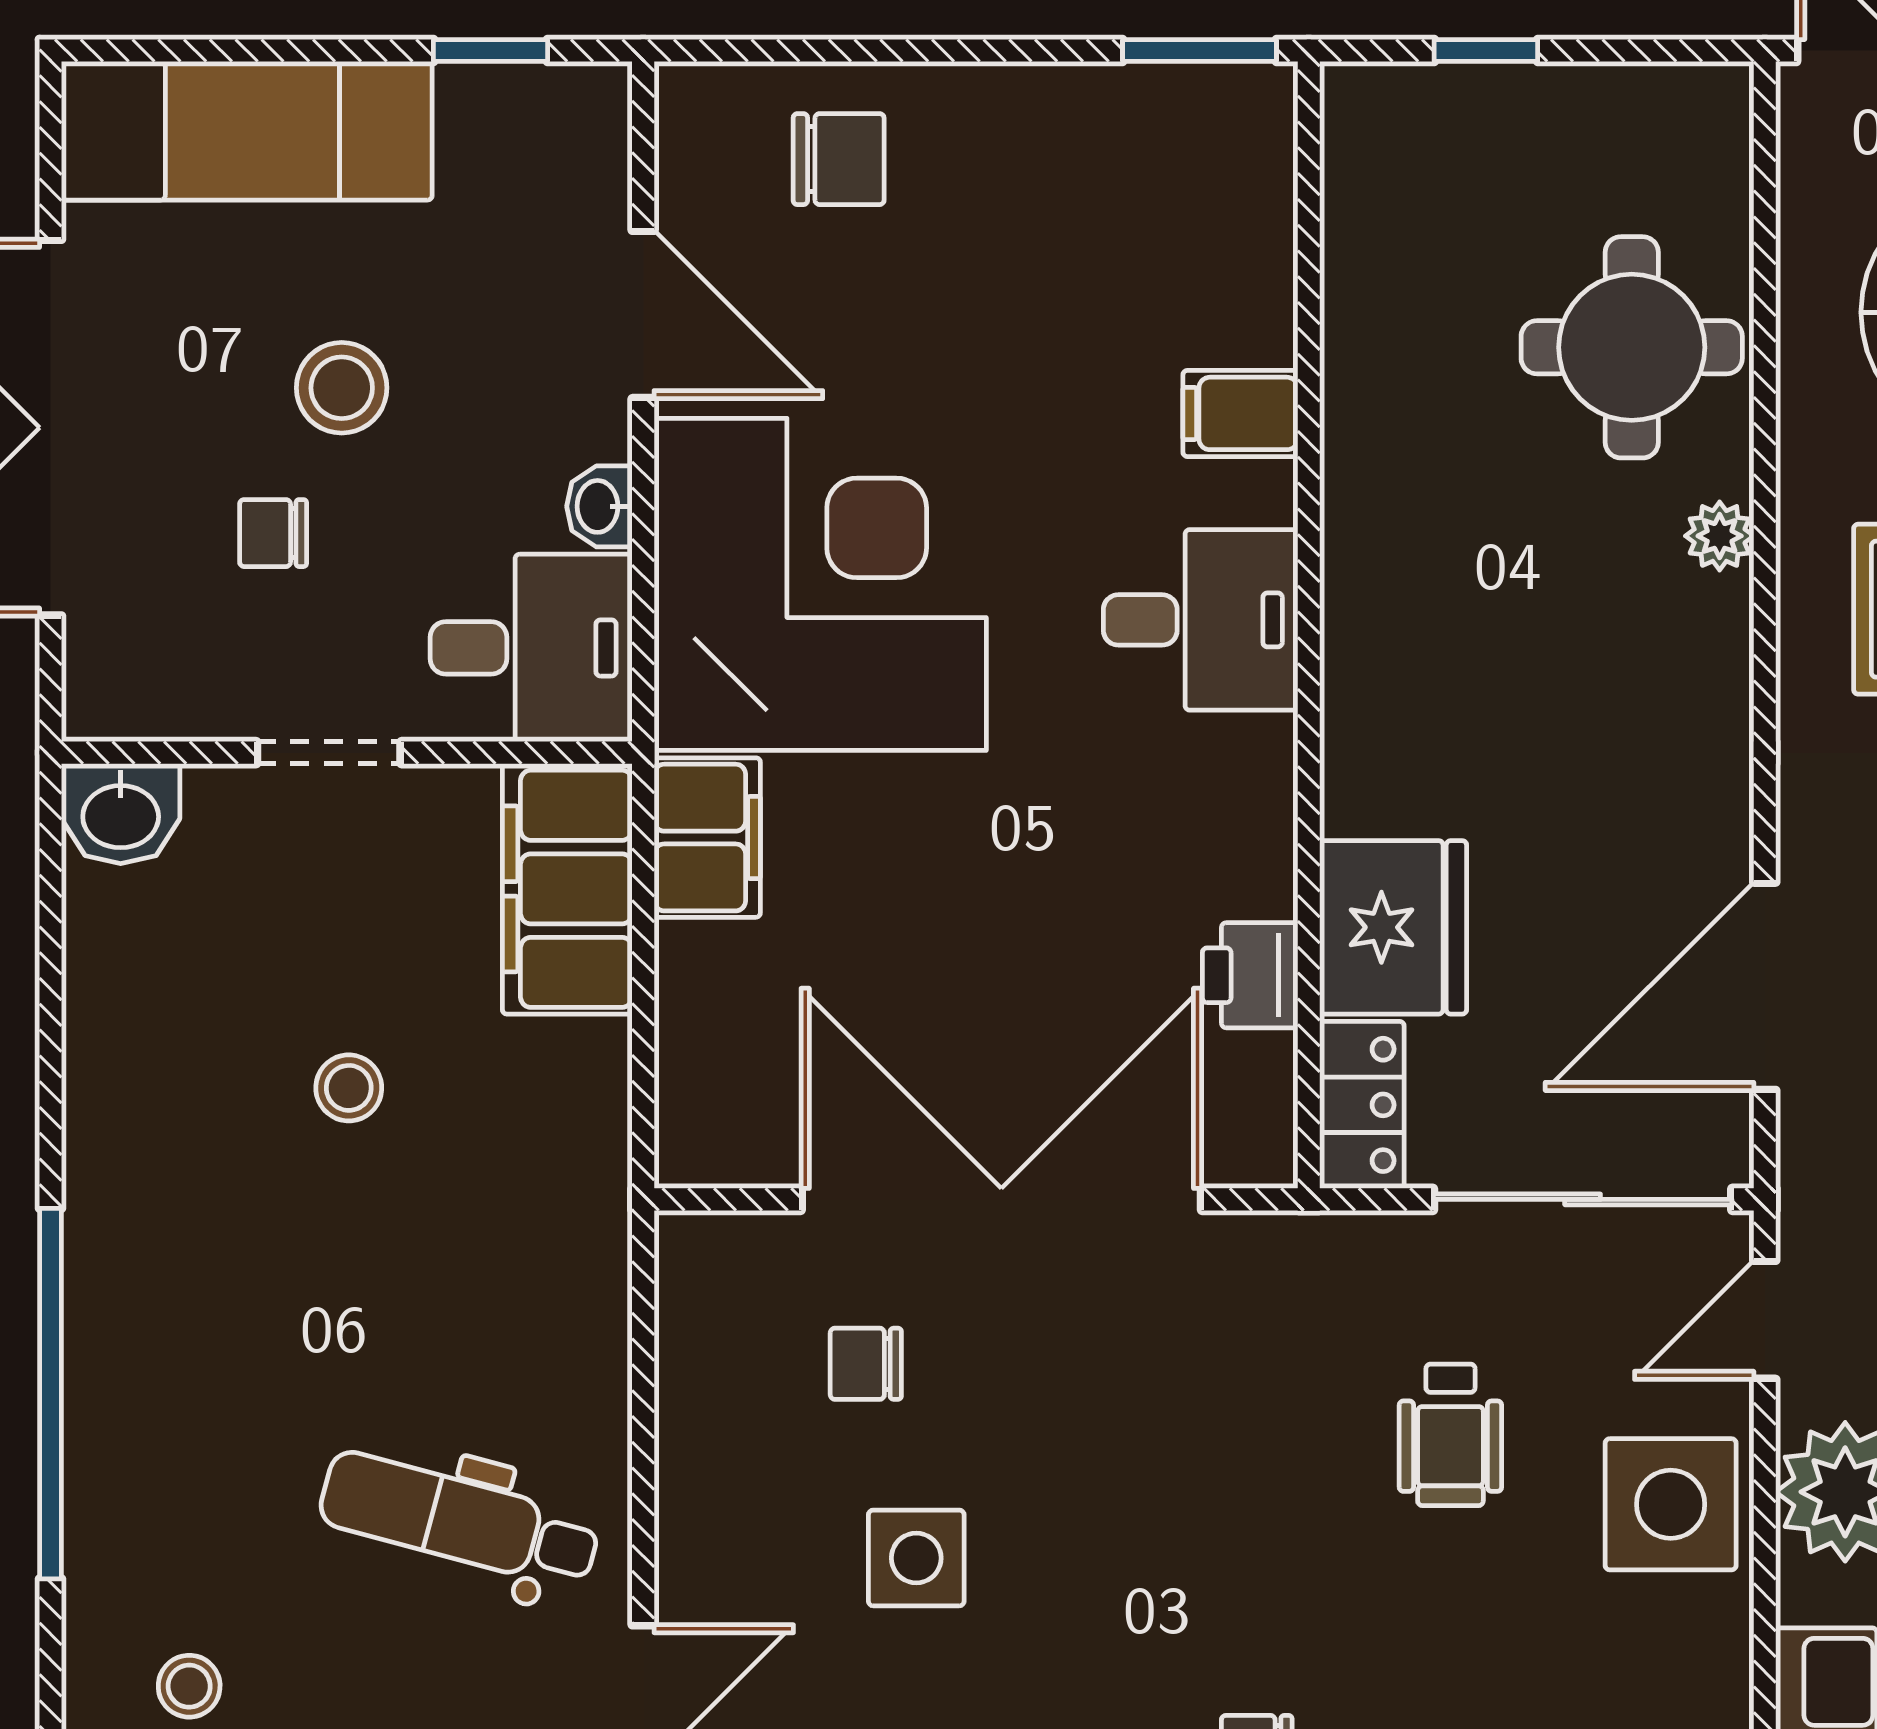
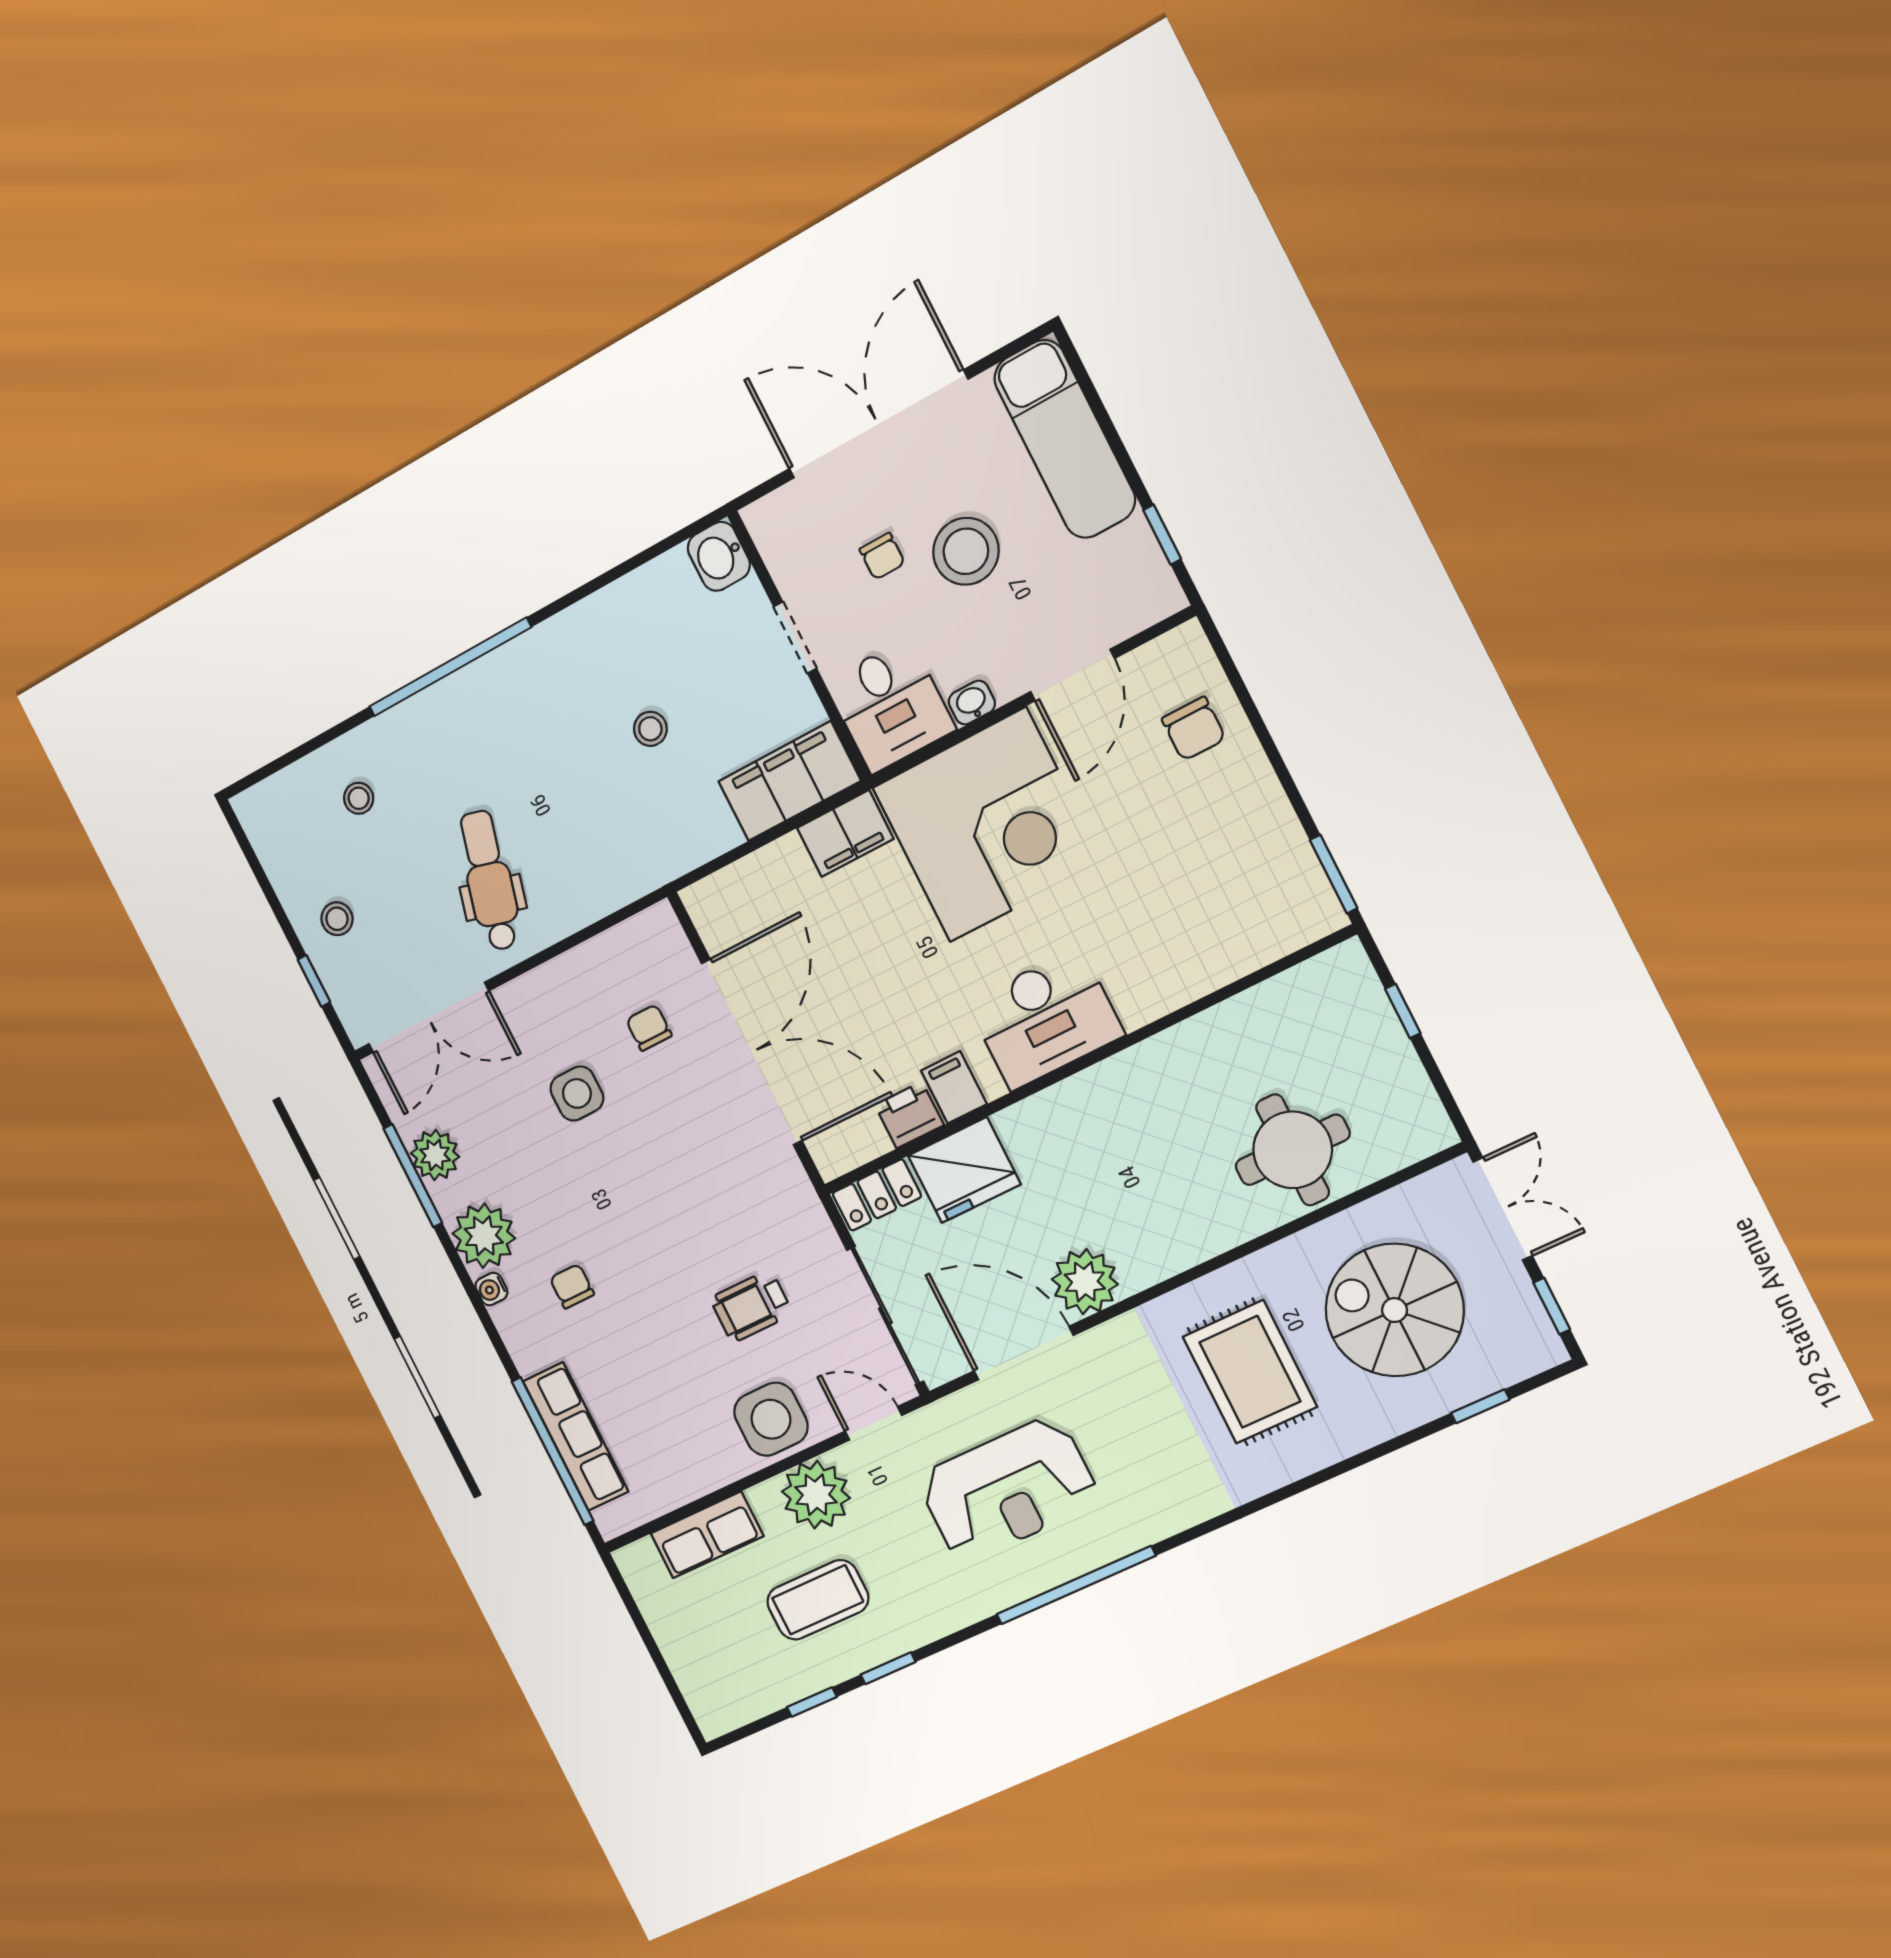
stool: (342, 388) -> (966, 551), width x1.38, depth x1.38
filing cabinet: (1240, 413) -> (954, 1087), moved
chair: (273, 533) -> (882, 556), turned 180
plant: (1720, 536) -> (1085, 1282), moved, width x1.88, depth x1.88
desk: (1201, 620) -> (1045, 1019), width x1.37

